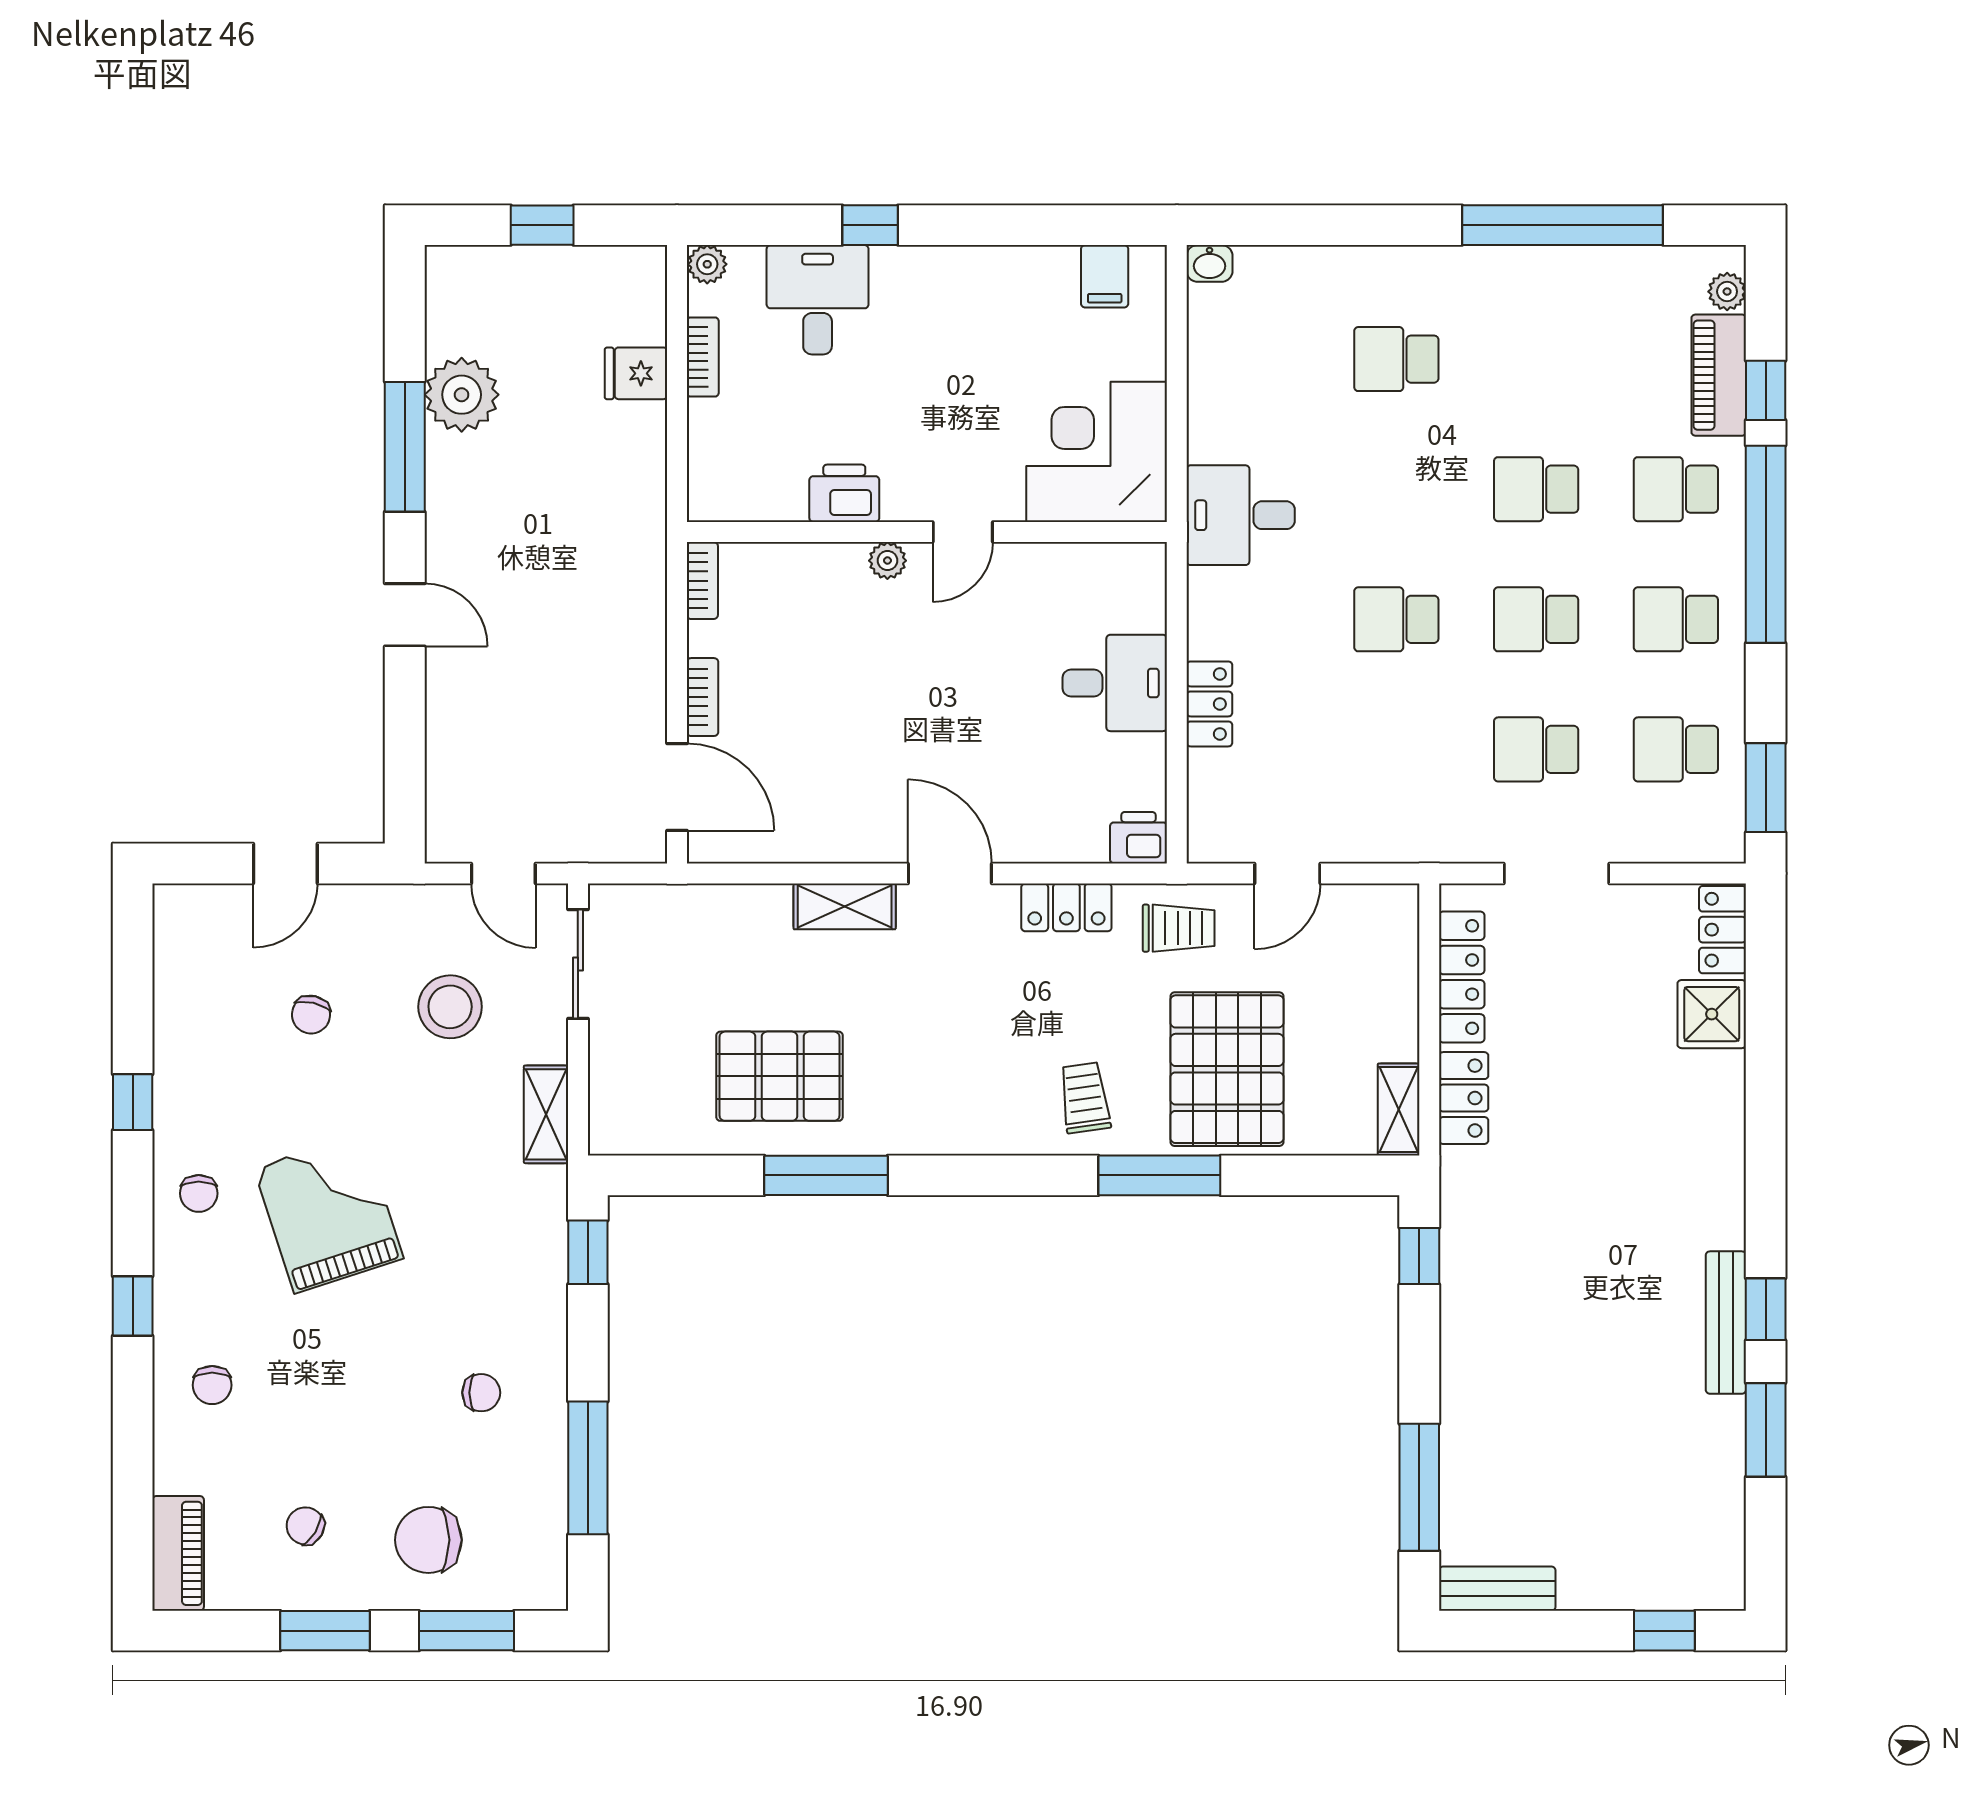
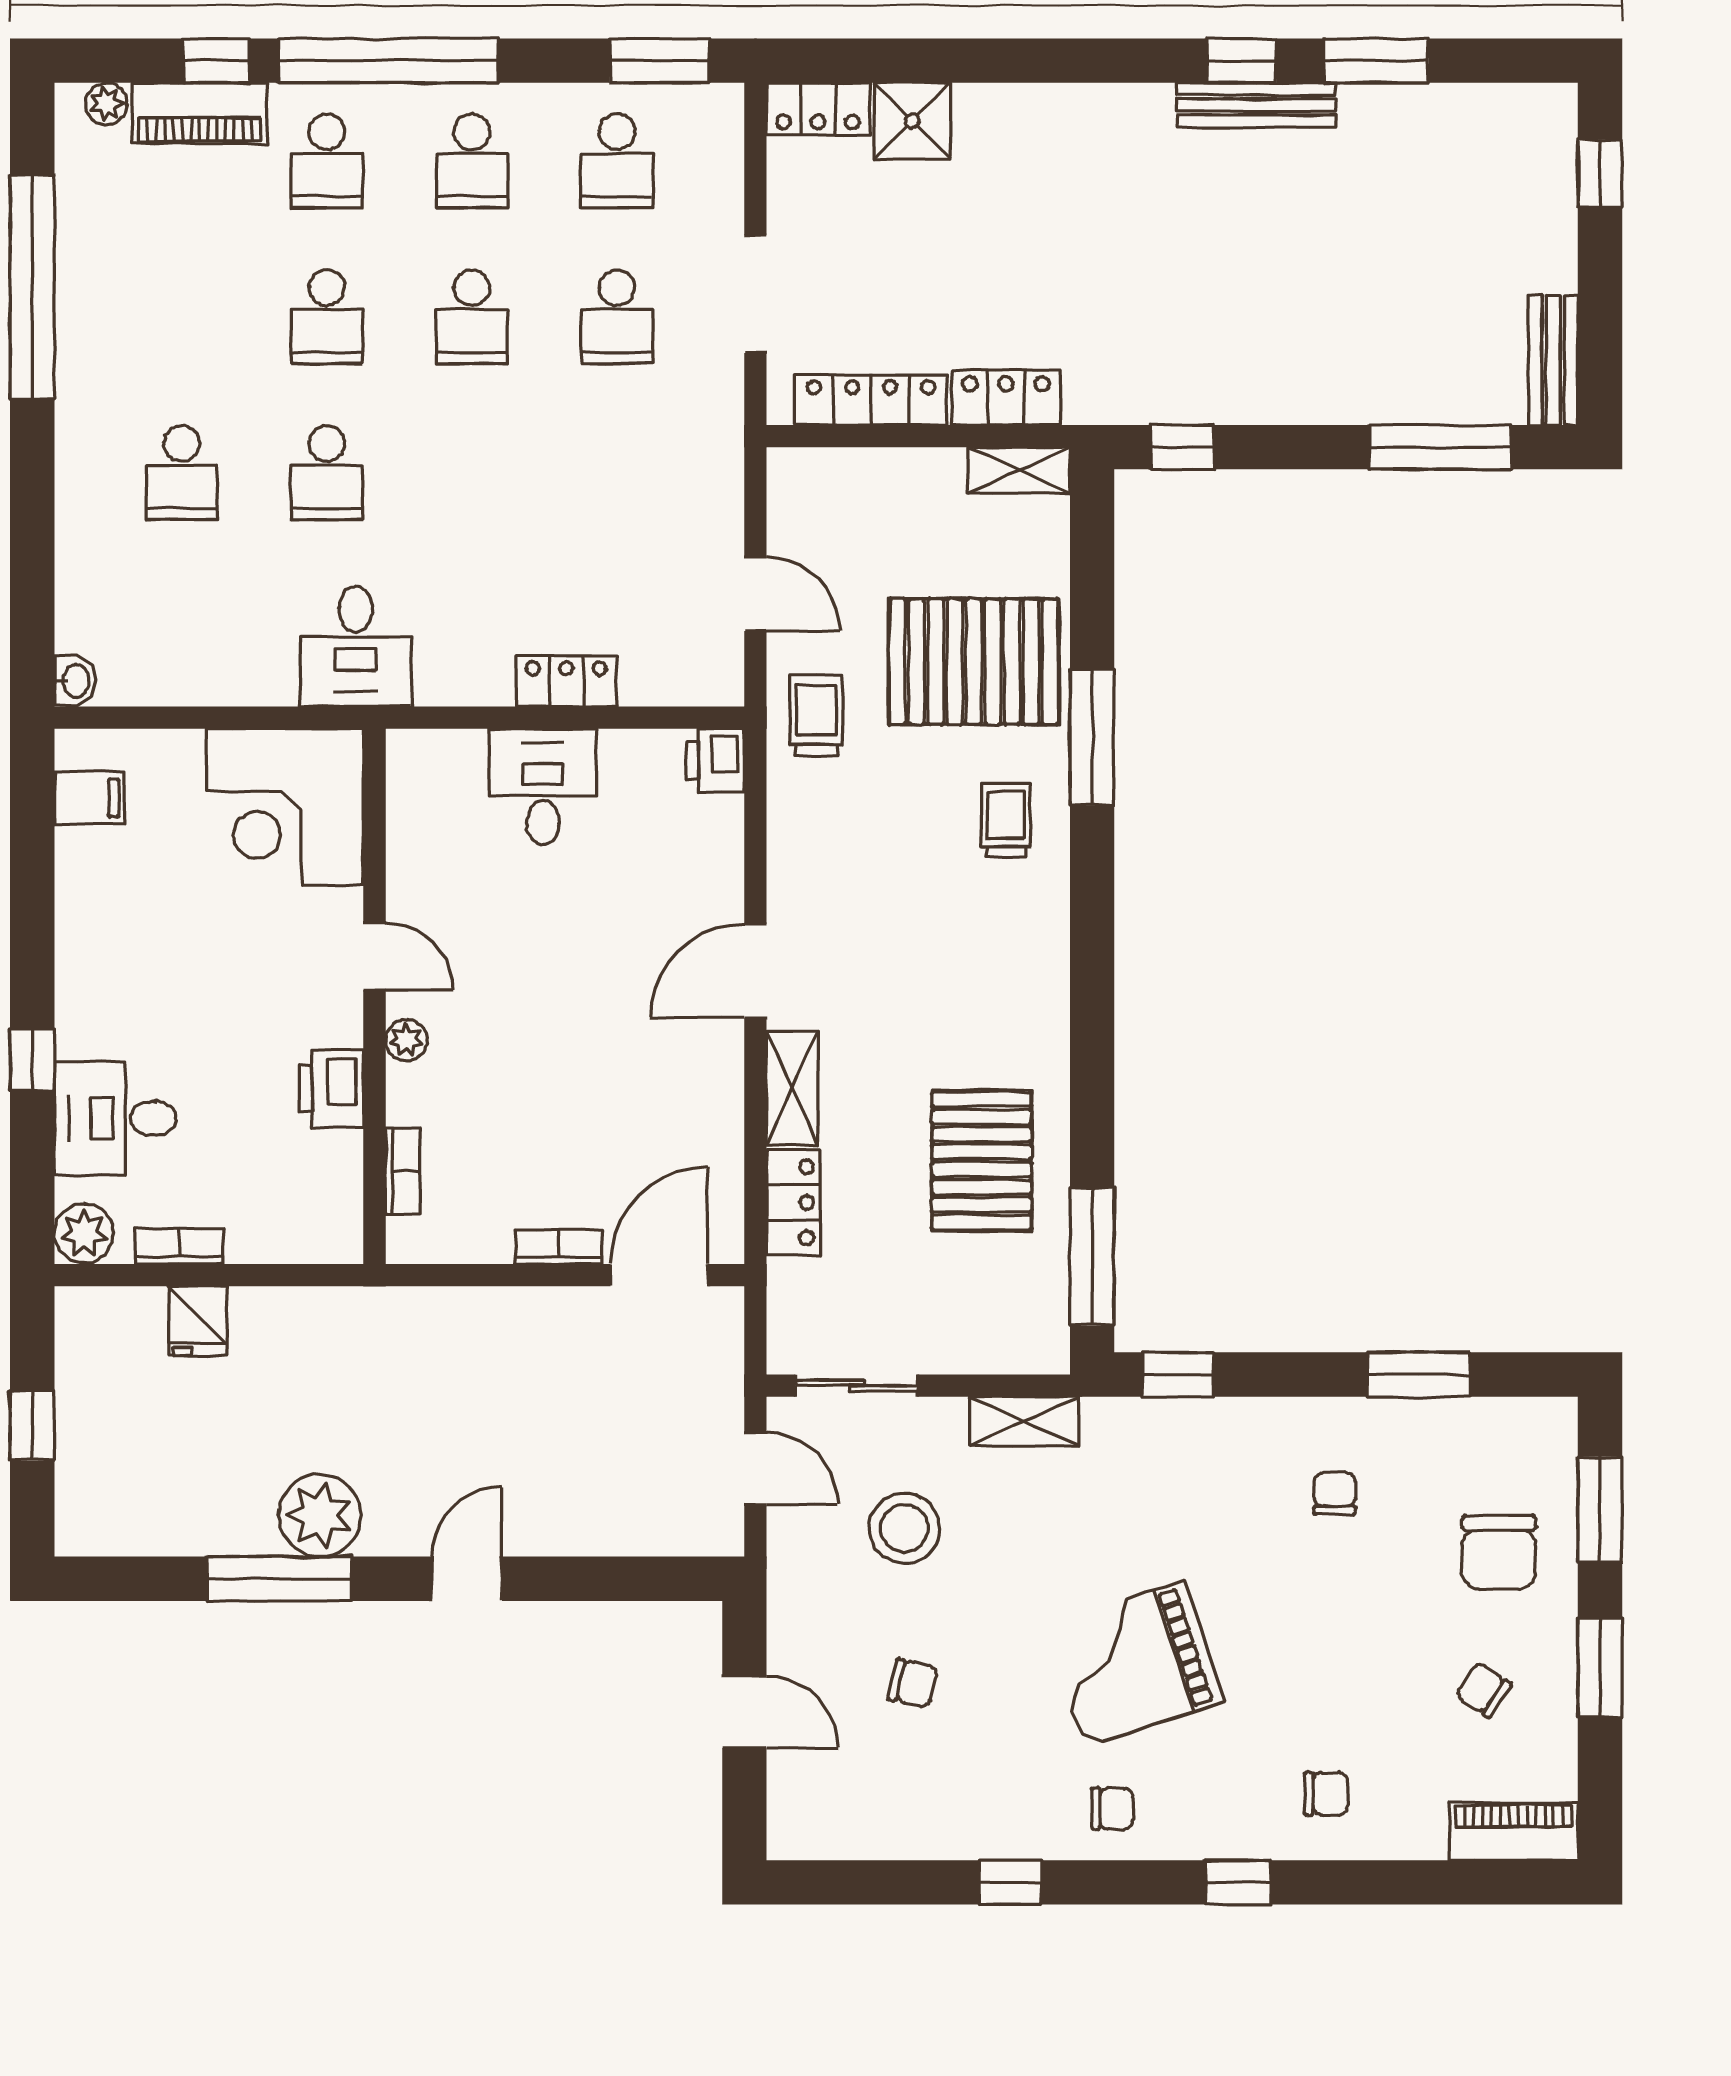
plant: (707, 264) -> (84, 1233), width x1.38, depth x1.38
plant: (462, 395) -> (320, 1515), moved
bookcase: (702, 581) -> (403, 1171), moved, turned 90
school desk: (1396, 619) -> (327, 473), moved
door: (503, 873) -> (755, 1469), hinge flipped
locker: (1066, 907) -> (793, 1203), moved
trolley: (1085, 1098) -> (1006, 820), turned 98
window: (826, 1175) -> (1092, 1257), moved
window: (588, 1468) -> (1419, 1375), width x0.69
chair: (305, 1526) -> (1483, 1690), turned 92

